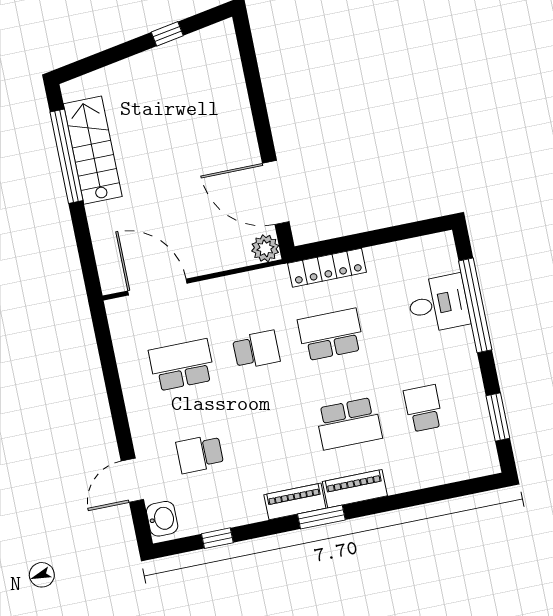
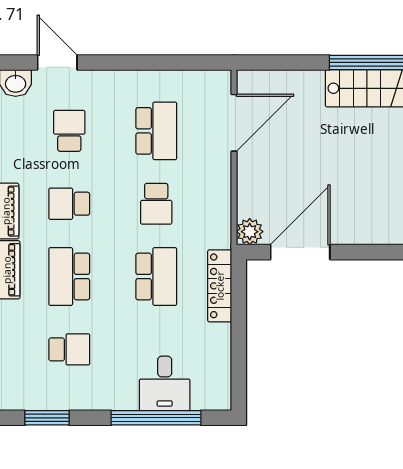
school desk: (274, 439) -> (69, 204), added

